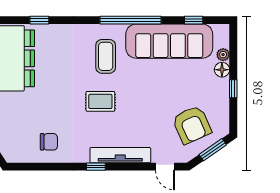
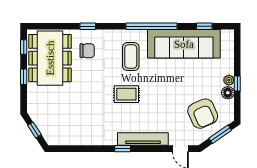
window: (39, 20) -> (88, 26), moved
plant: (223, 55) -> (229, 80), moved
floor lamp: (222, 70) -> (228, 93), moved
chair: (49, 142) -> (87, 51), moved

